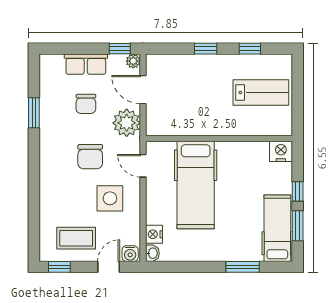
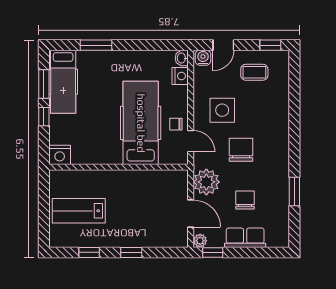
chair: (159, 184) -> (176, 124), added
coffee table: (76, 238) -> (254, 72), width x0.73, depth x0.77

